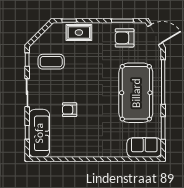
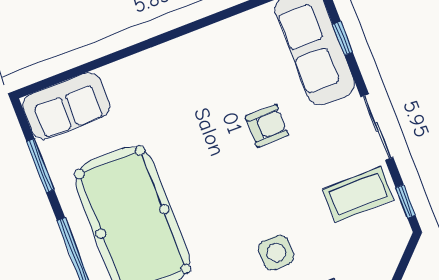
side table: (85, 59) -> (276, 253), added
coffee table: (51, 62) -> (358, 194), moved

